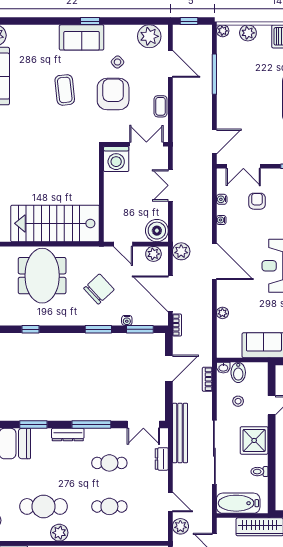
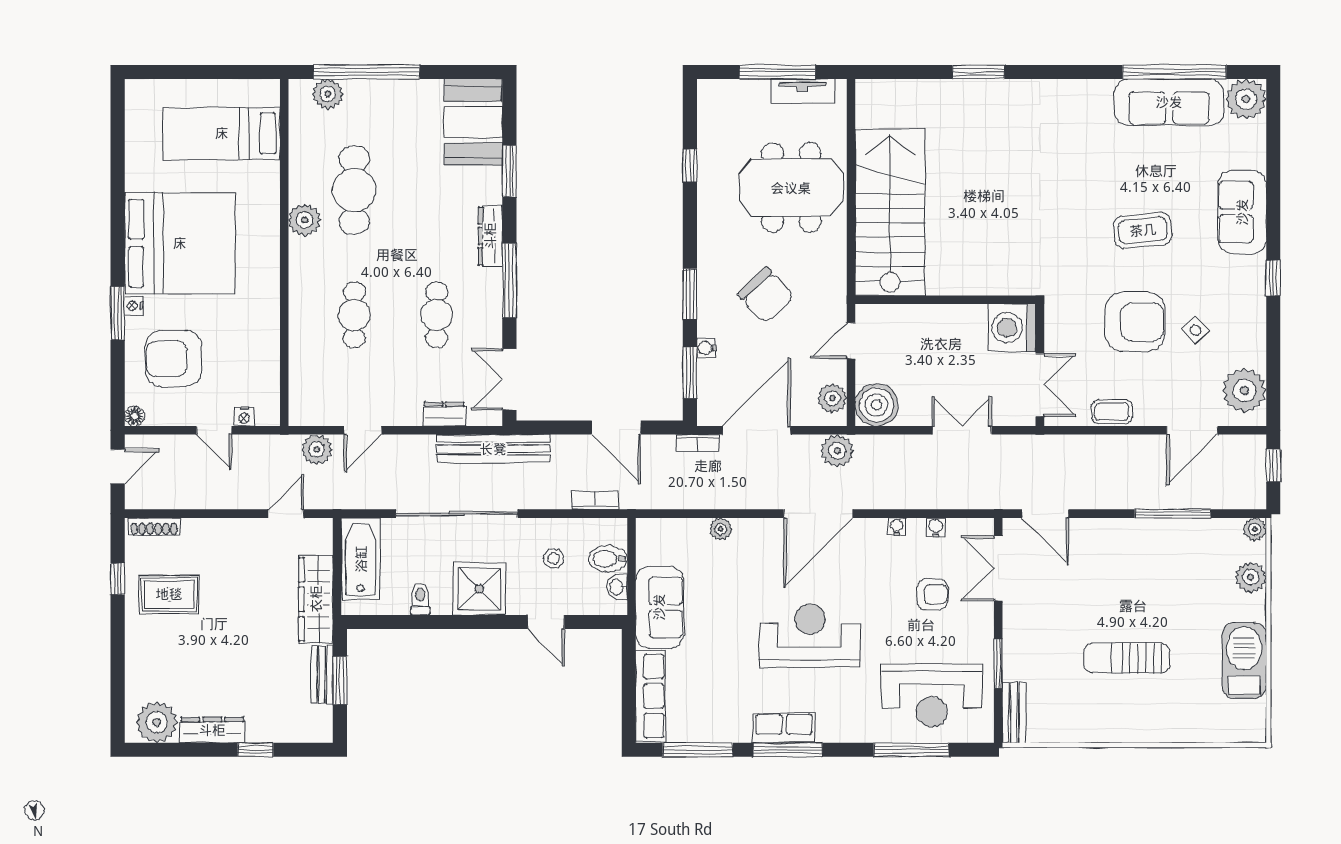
sofa: (82, 37) -> (1242, 212), moved
washbasin: (223, 368) -> (617, 587), moved

